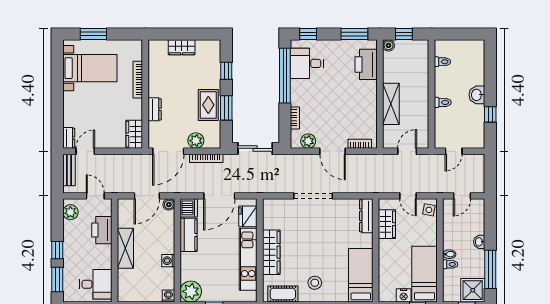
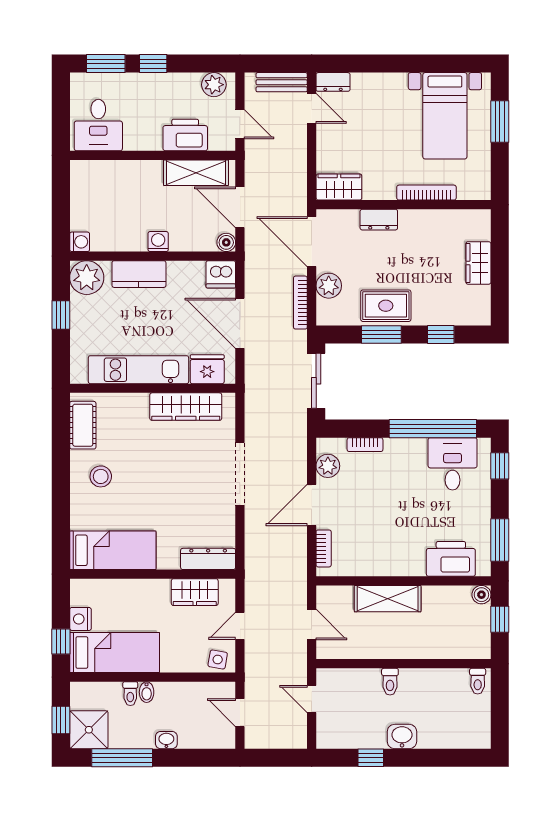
toilet: (442, 62) -> (478, 681), moved
door: (95, 196) -> (240, 124), hinge flipped
kitchen counter: (189, 235) -> (139, 274), moved
shelving: (125, 248) -> (196, 173), moved
wardrobe: (271, 252) -> (186, 407), moved
washing machine: (168, 261) -> (158, 242), moved

